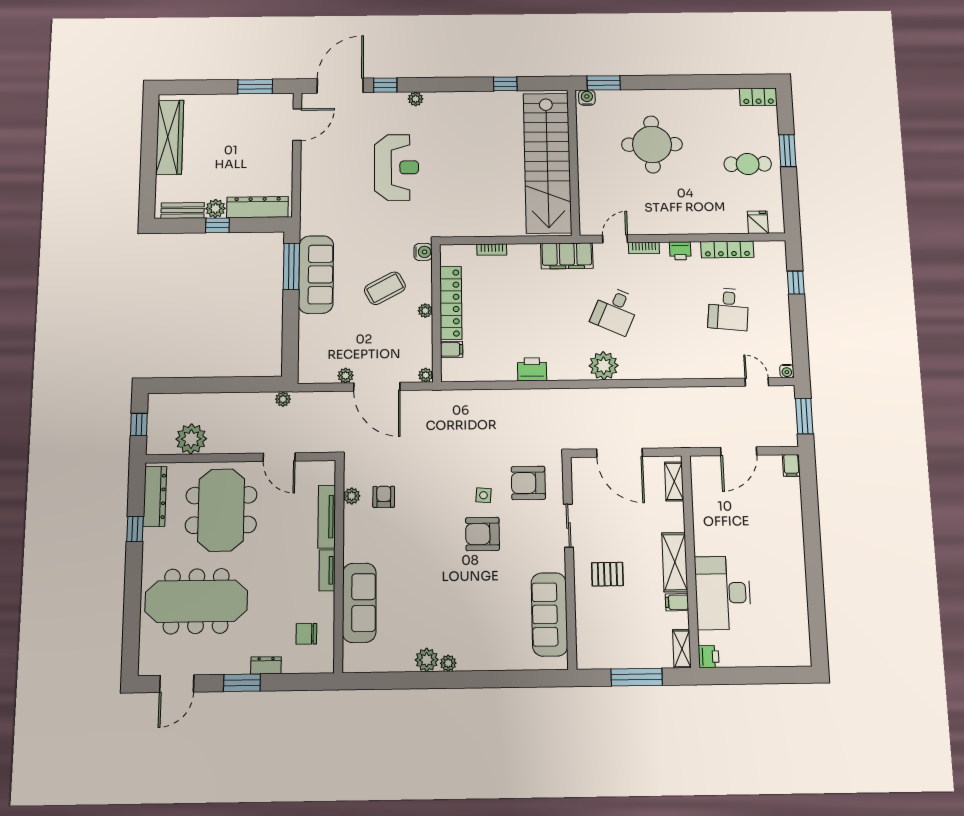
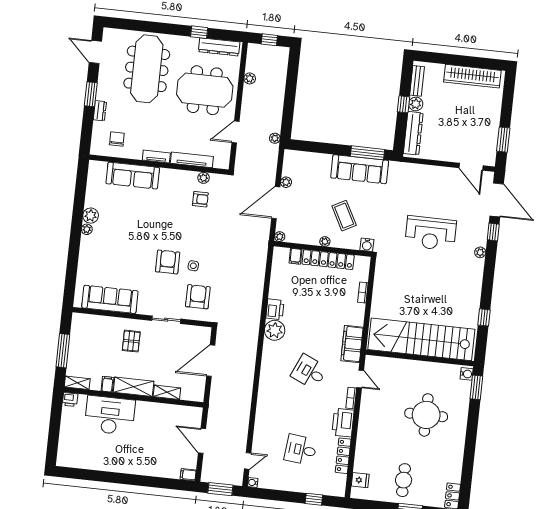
printer: (680, 251) -> (343, 423), width x1.87, depth x1.48
plant: (604, 366) -> (275, 330), moved
plant: (191, 439) -> (250, 78), width x0.53, depth x0.53
shelving: (674, 481) -> (167, 392), moved

